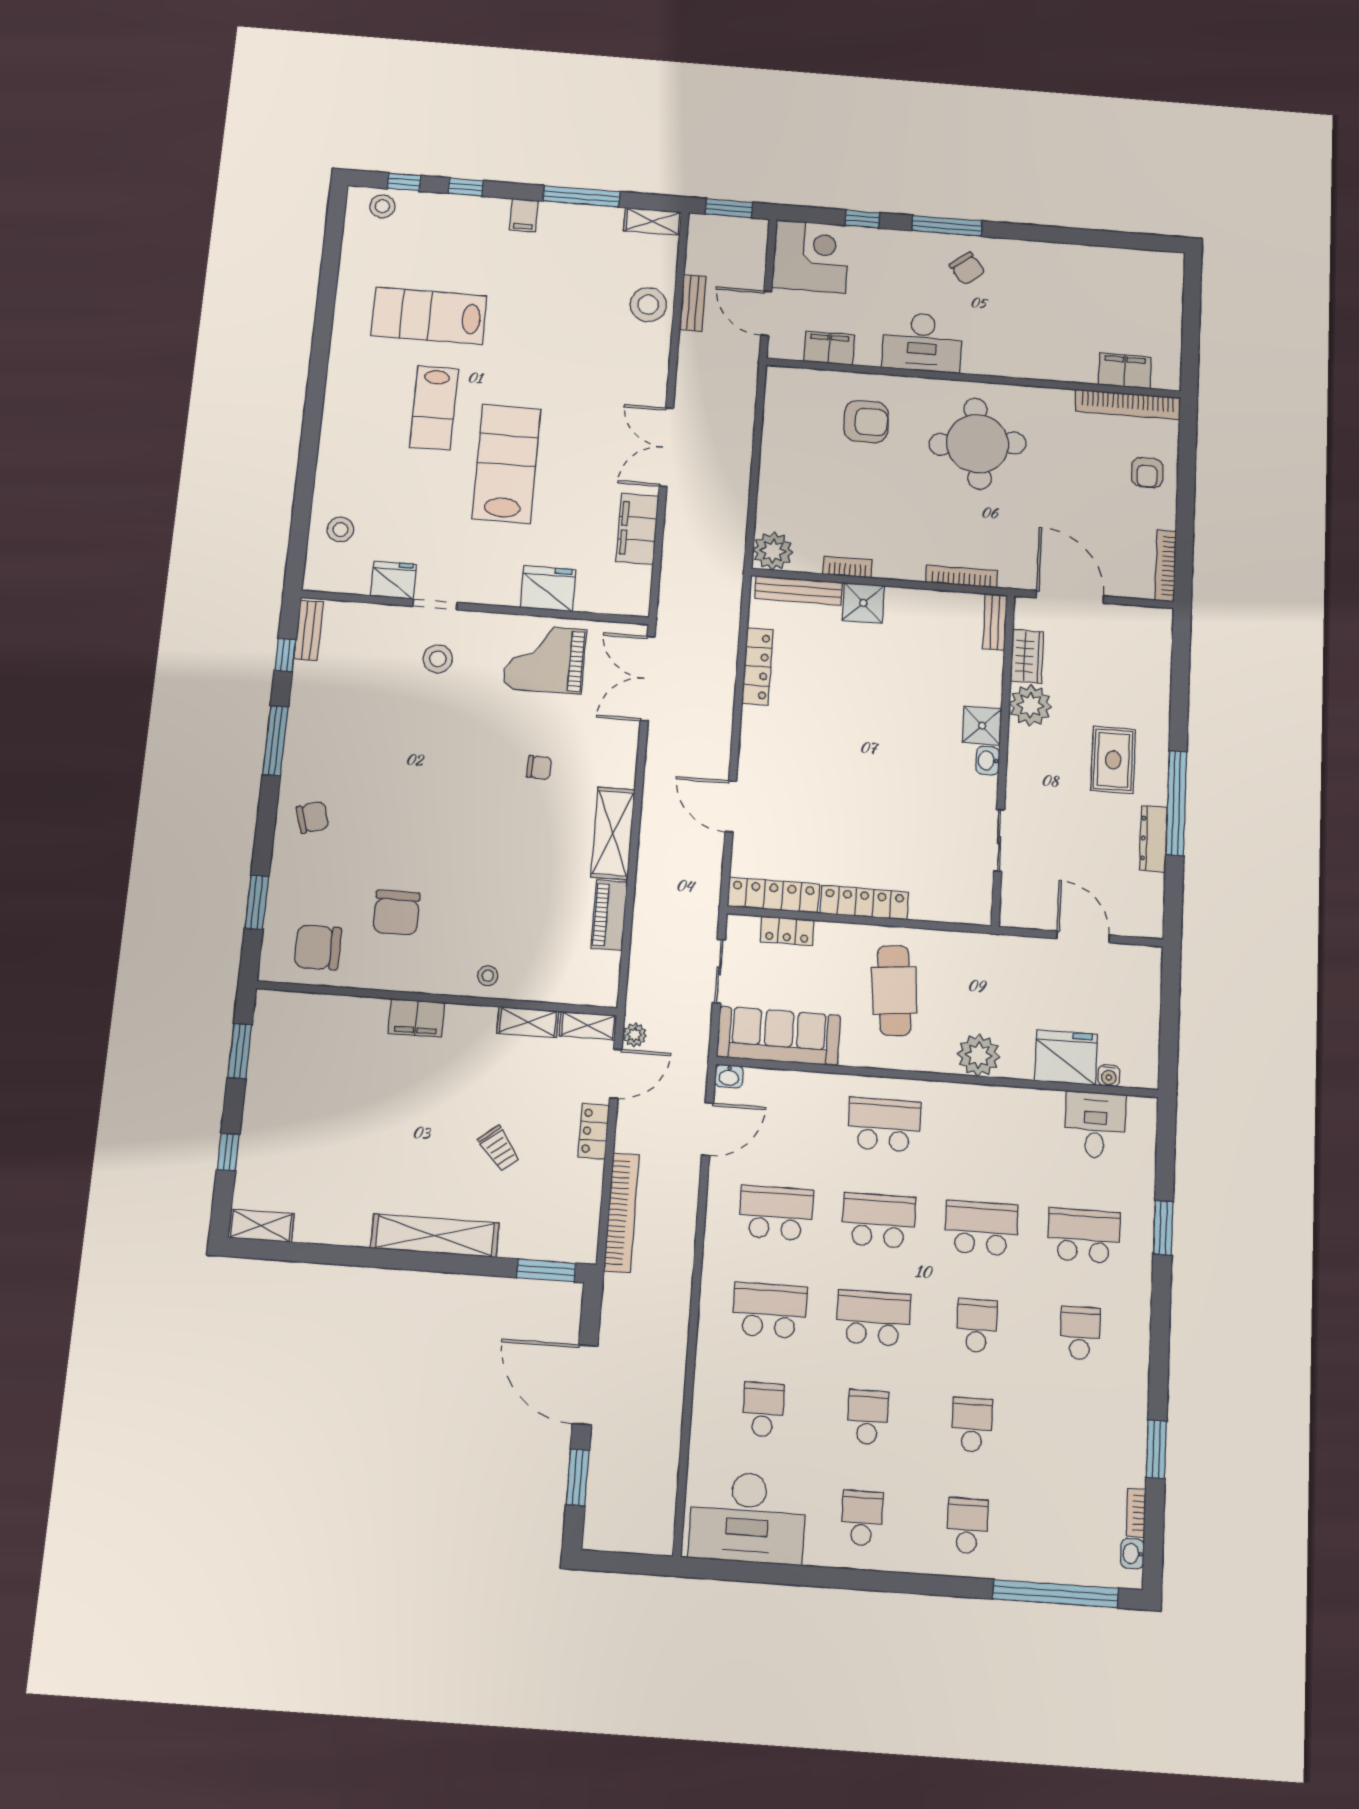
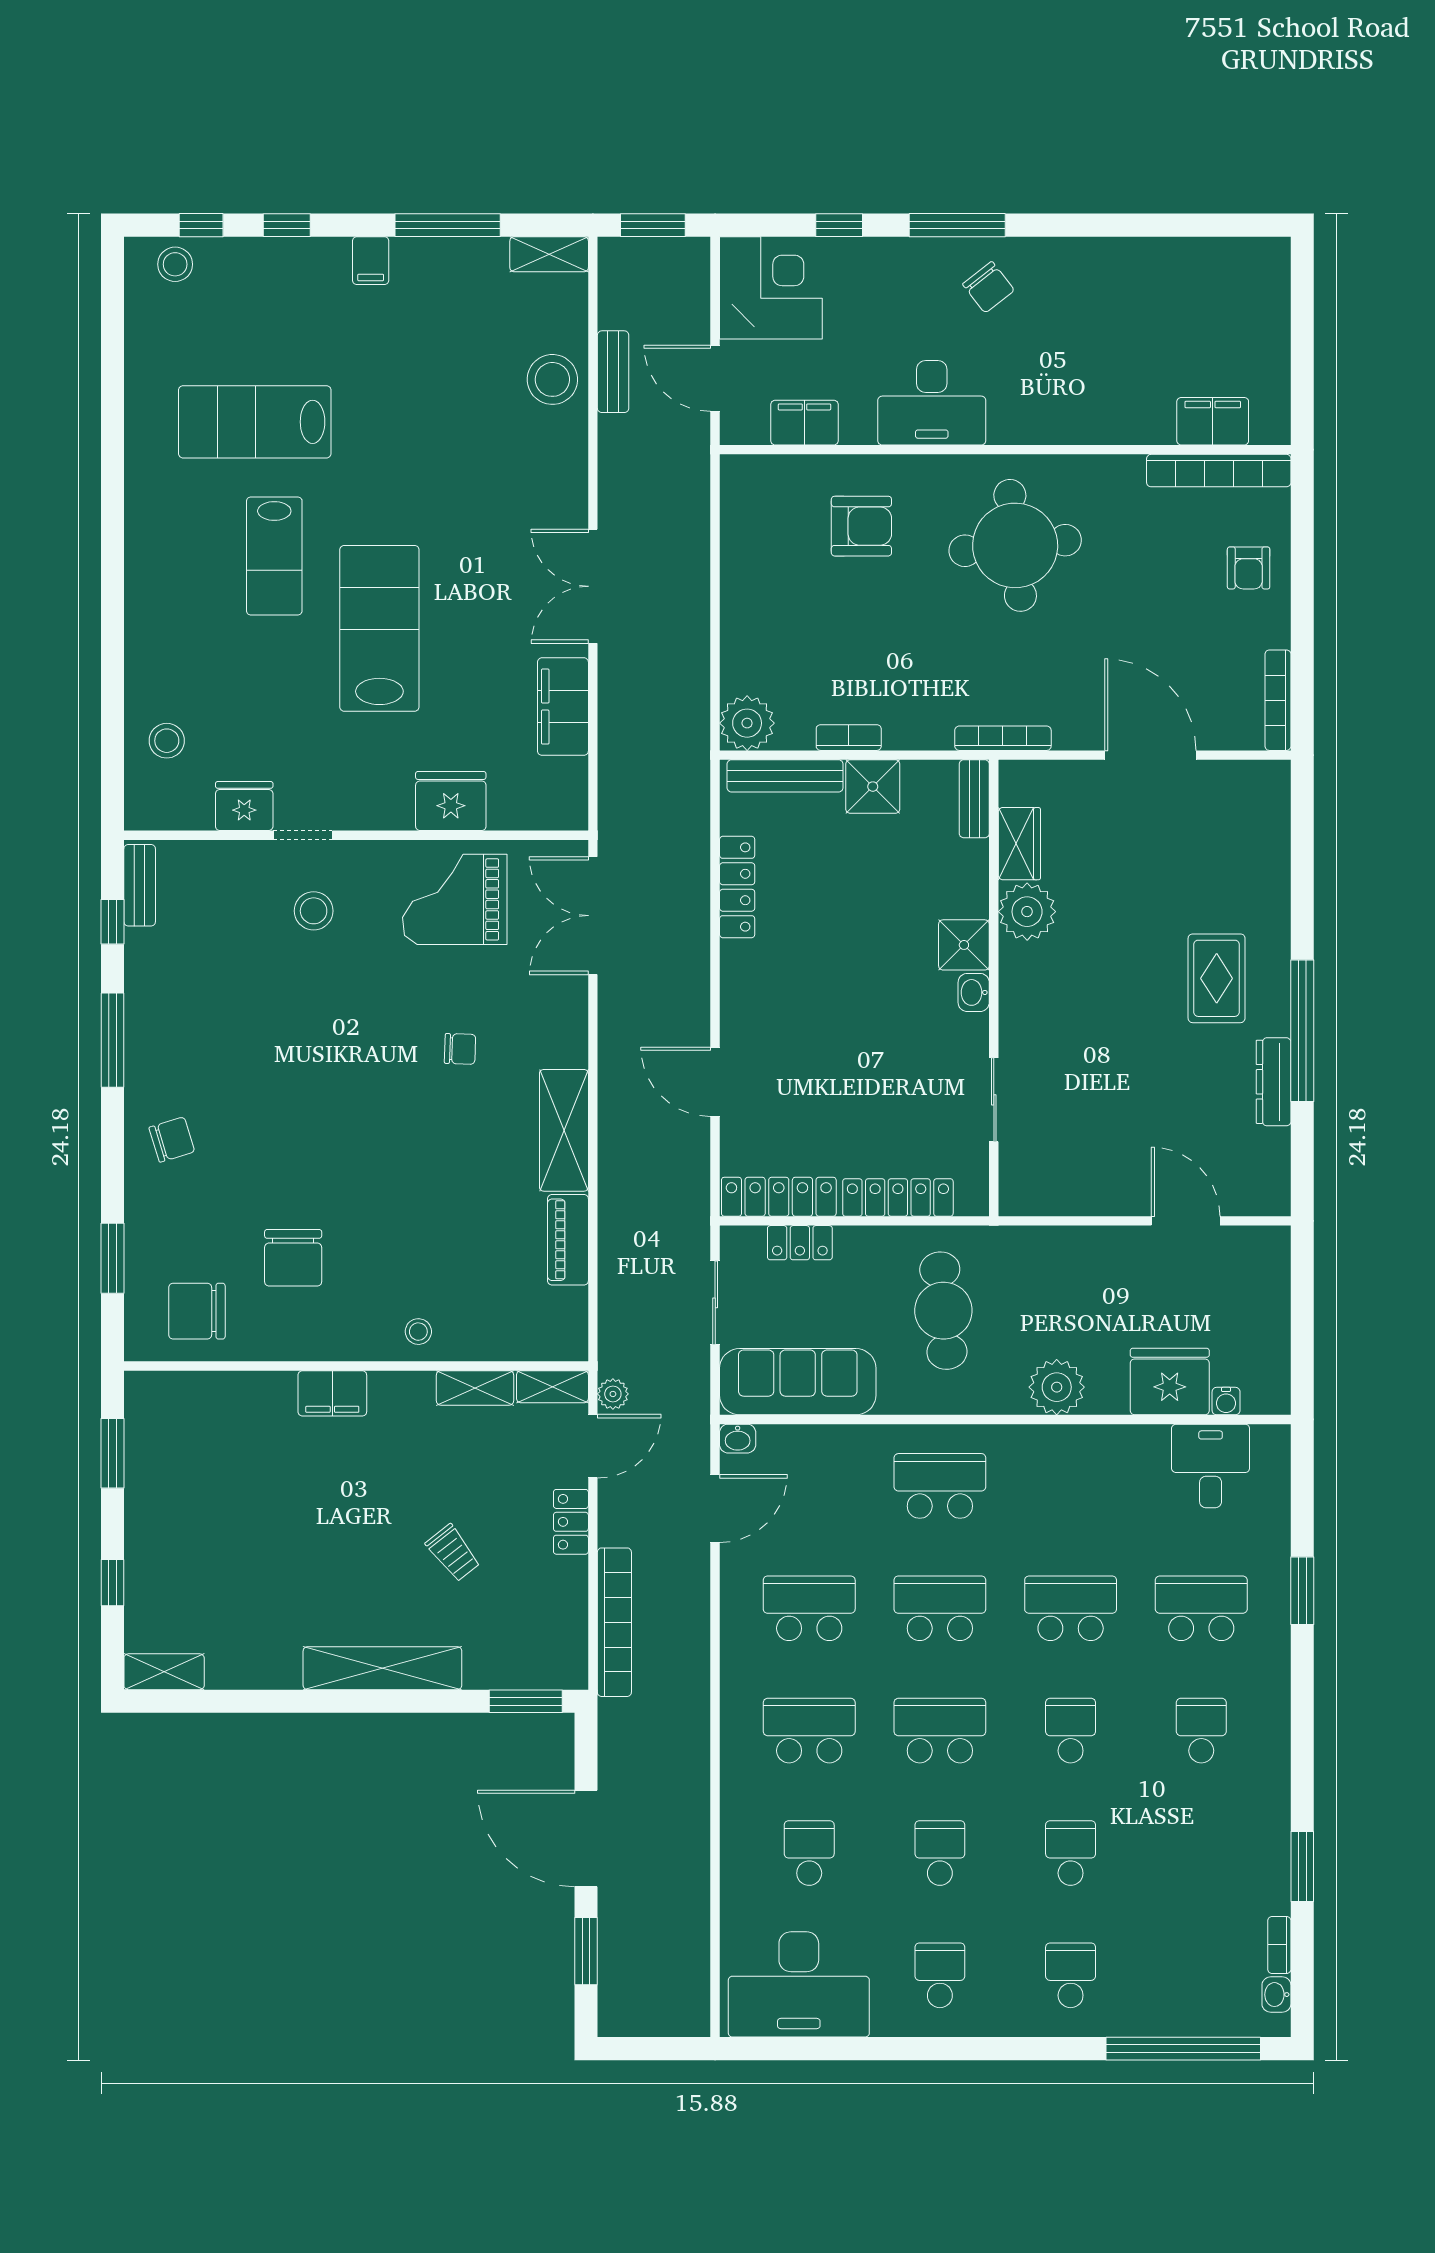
bench: (995, 622) -> (974, 799), moved
wardrobe: (1027, 656) -> (1019, 844), moved
plant: (1030, 705) -> (1027, 912), moved
shower: (982, 726) -> (964, 945), moved
wall: (1003, 759) -> (994, 988), moved
washbasin: (988, 761) -> (974, 992), moved
sliding door: (999, 840) -> (994, 1100), moved

